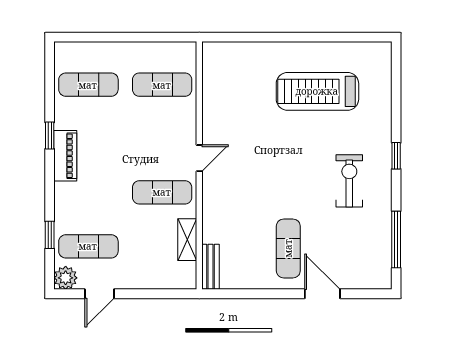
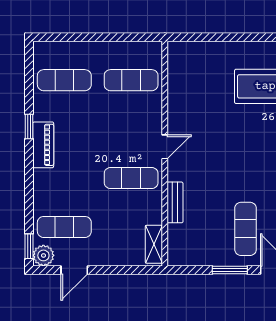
window: (50, 235) -> (29, 246), moved
shelving: (187, 240) -> (154, 244), moved
bench: (211, 267) -> (175, 202), moved
window: (271, 294) -> (230, 270), added

